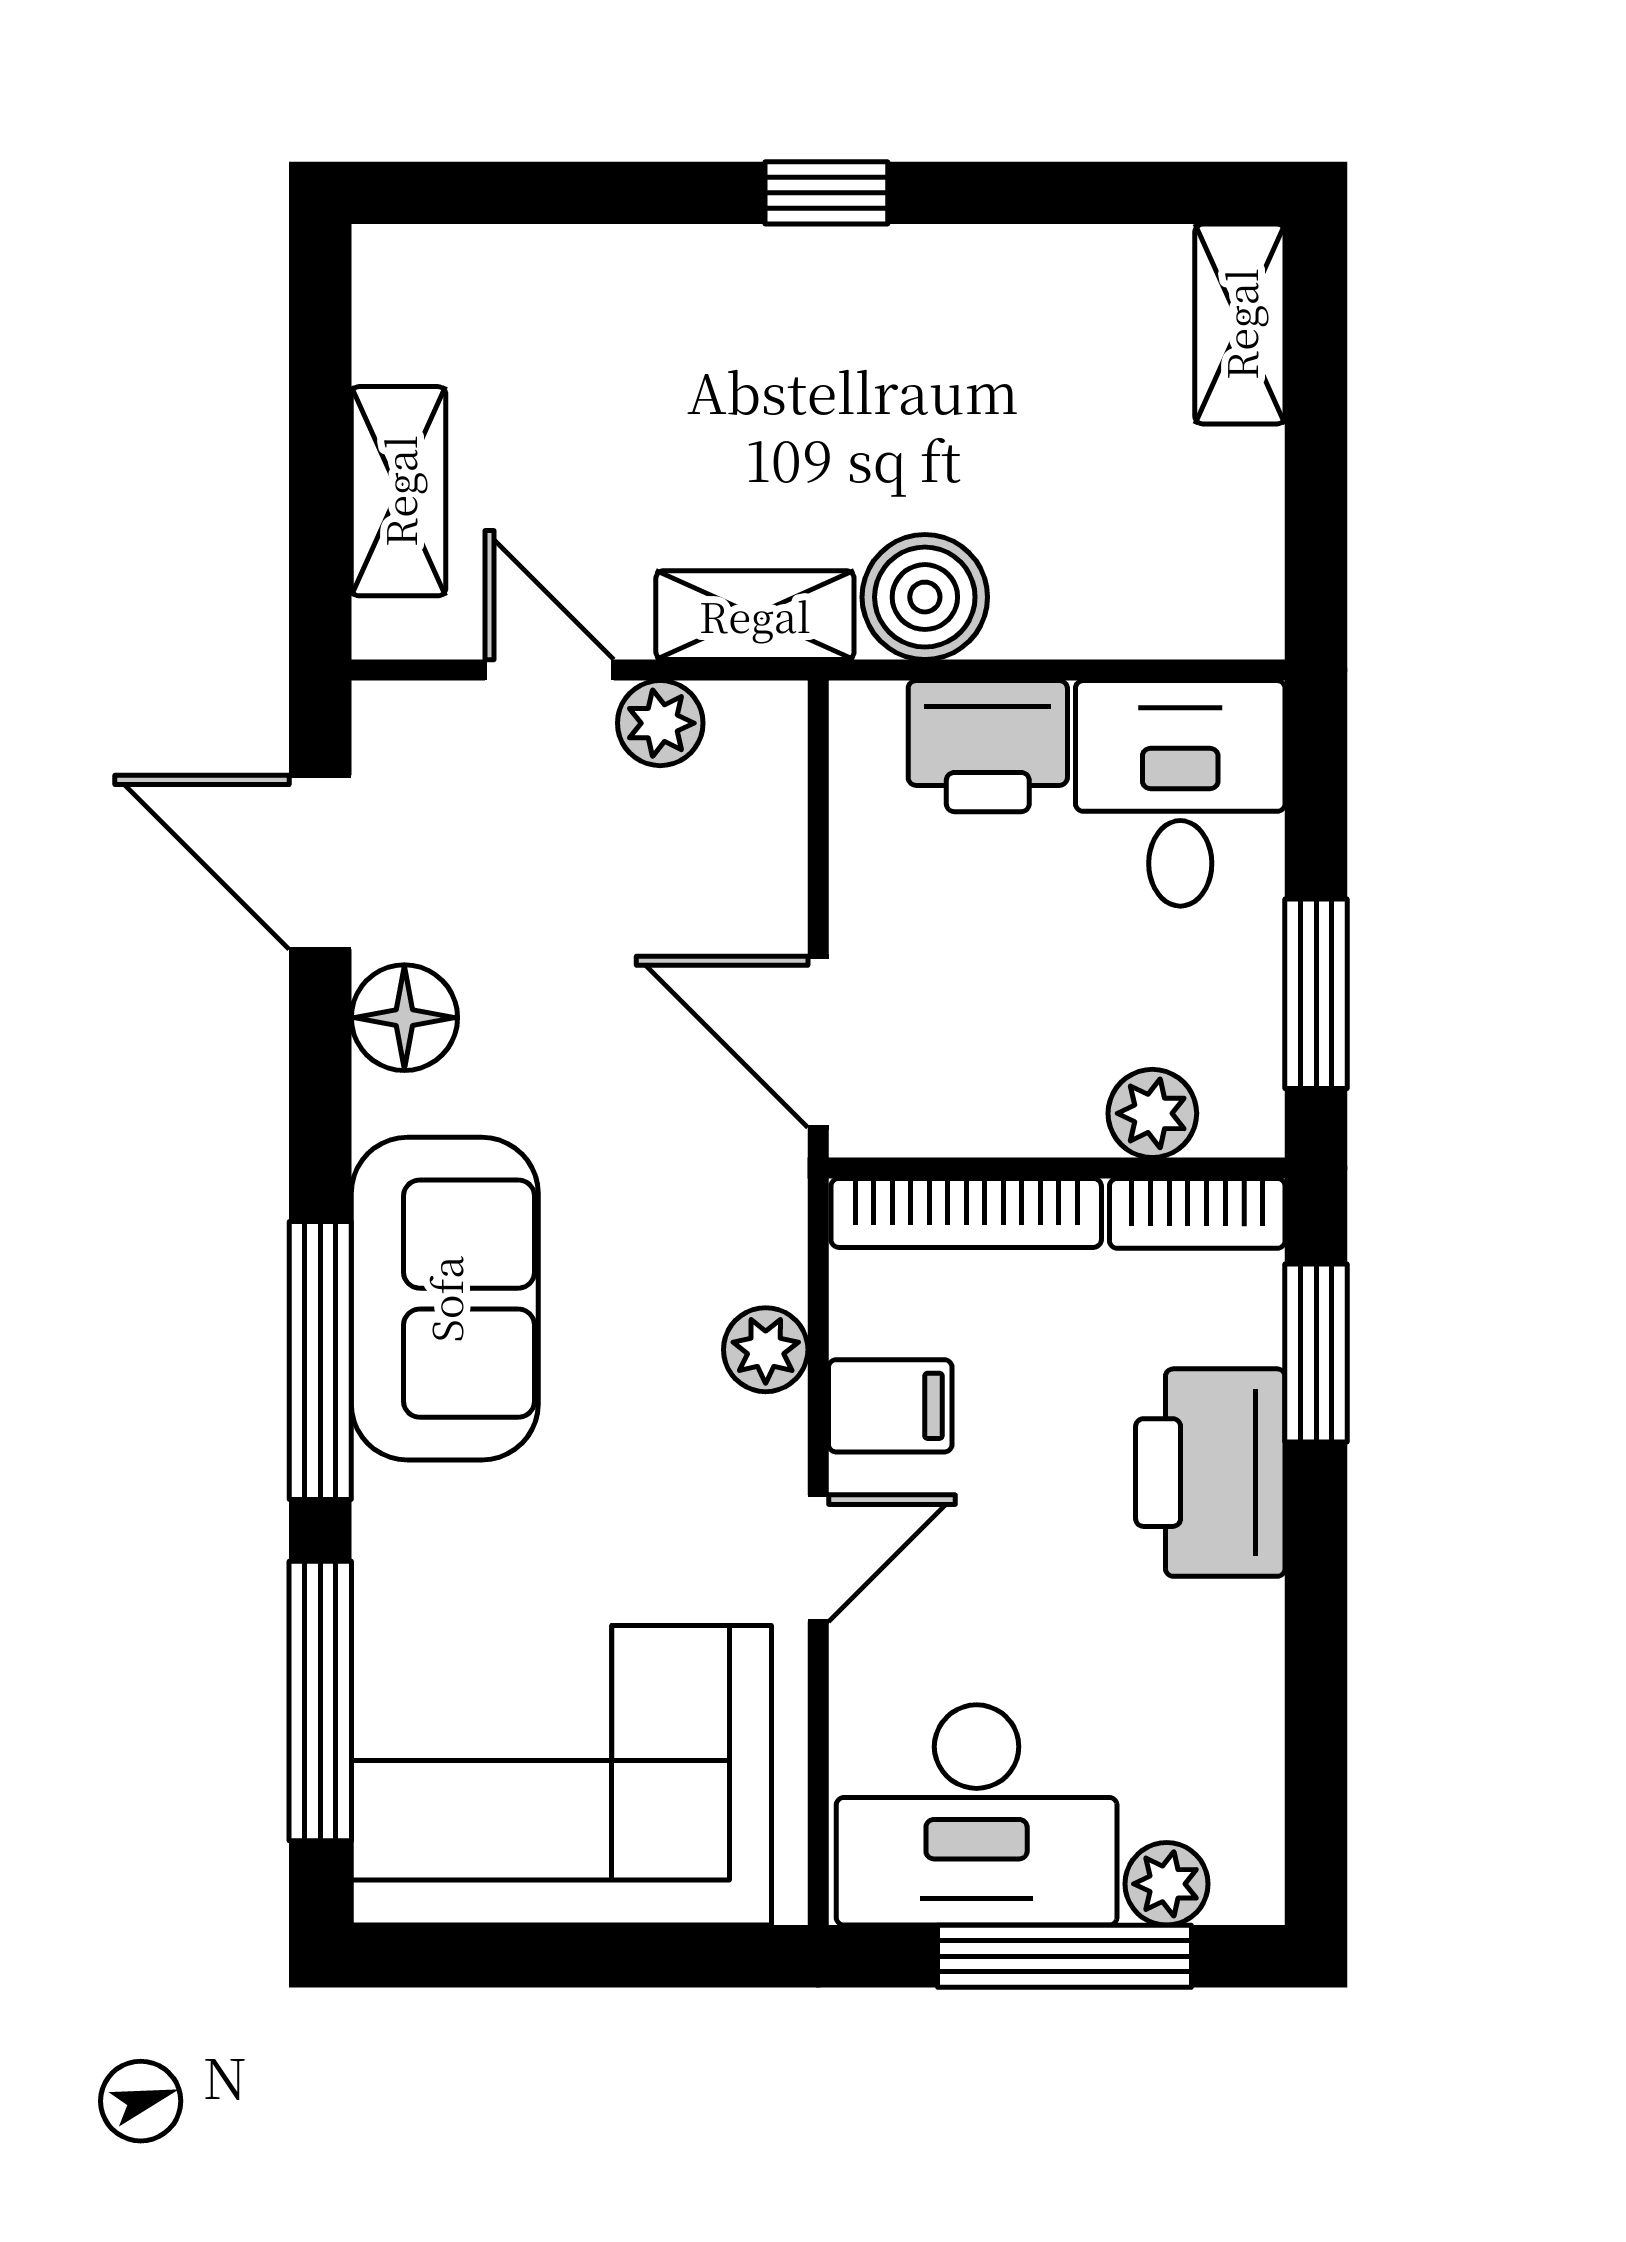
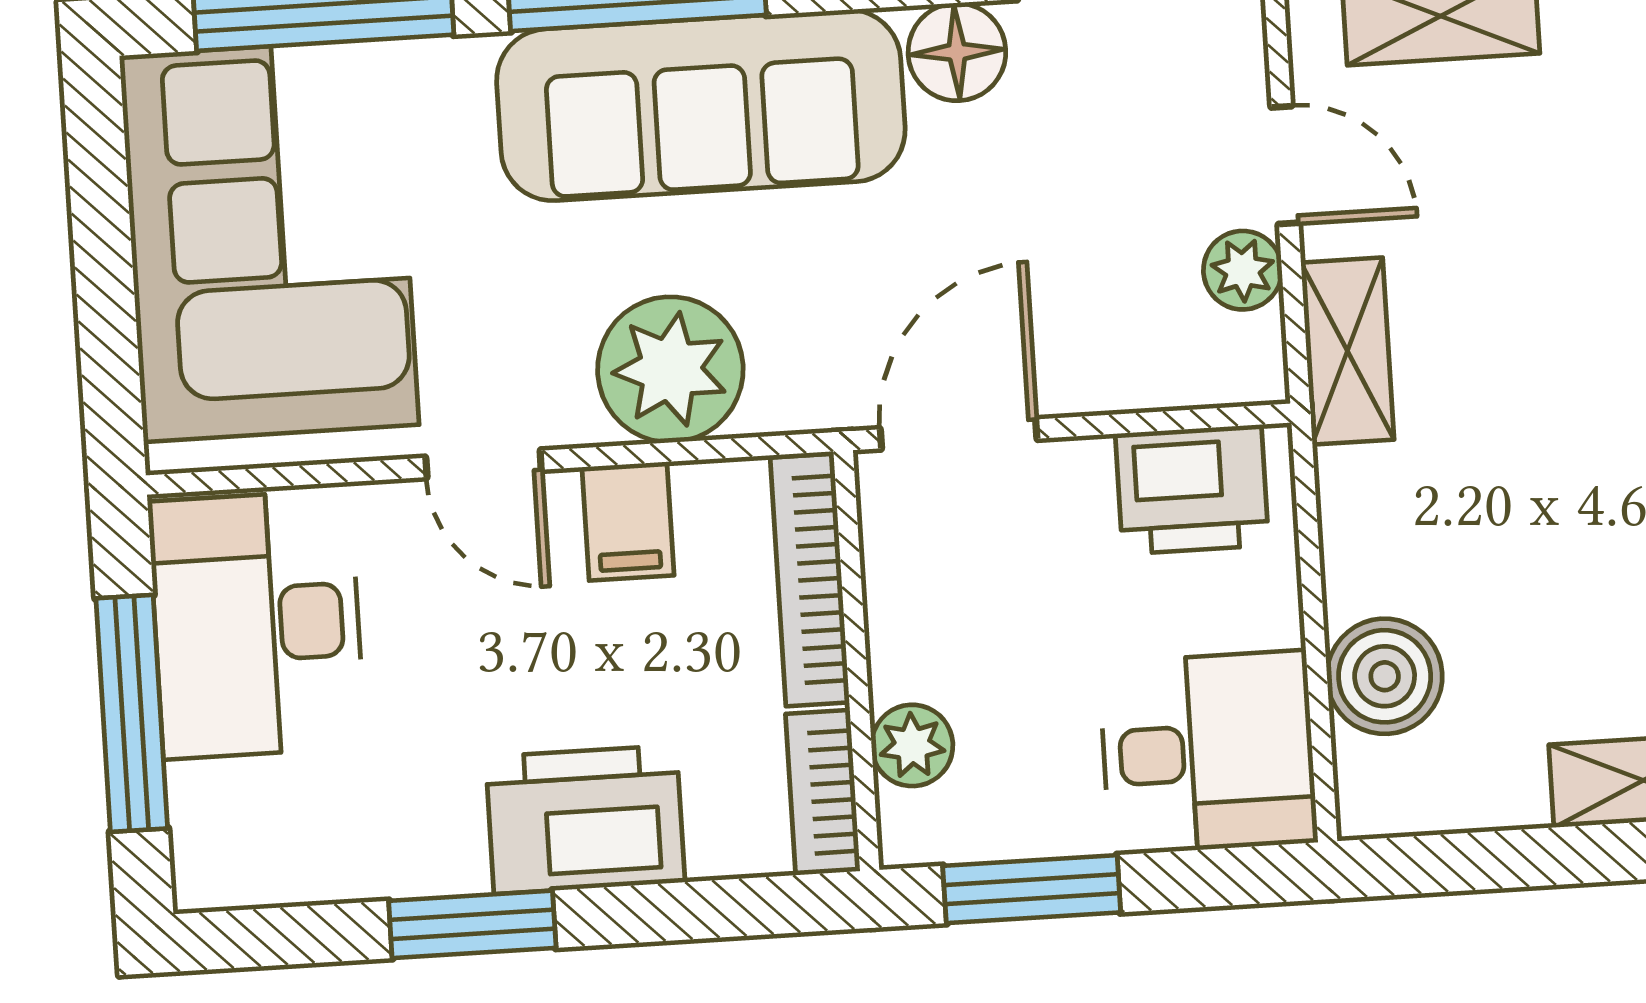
boiler: (925, 597) -> (1385, 676), moved
door: (549, 670) -> (1285, 165), hinge flipped
printer: (988, 746) -> (1192, 489), moved, turned -90
sofa: (445, 1299) -> (701, 105), width x1.36
plant: (766, 1350) -> (670, 370), width x1.87, depth x1.87
window: (1316, 1353) -> (472, 924), moved
plant: (1167, 1884) -> (204, 803), removed

